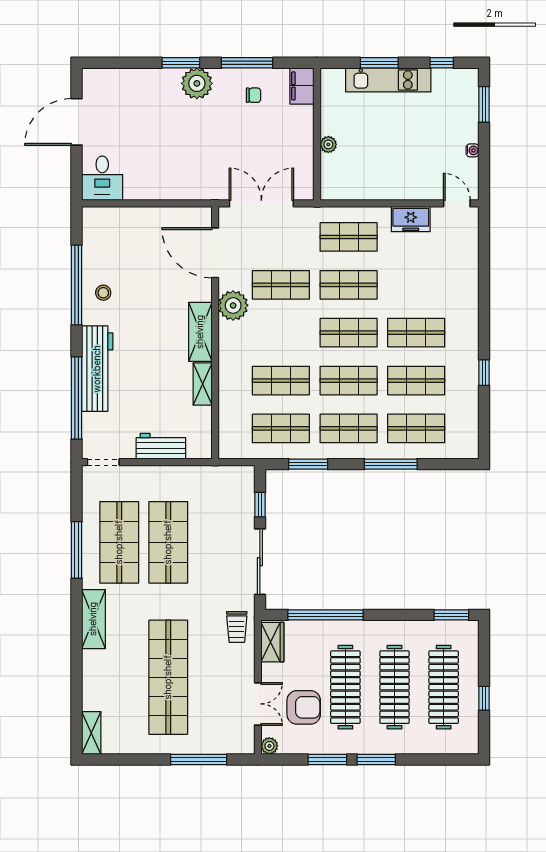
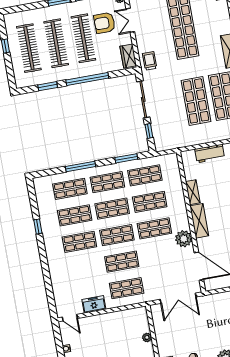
shop shelf: (281, 285) -> (154, 228), moved
window: (326, 615) -> (87, 79), moved
window: (451, 615) -> (48, 86), moved

